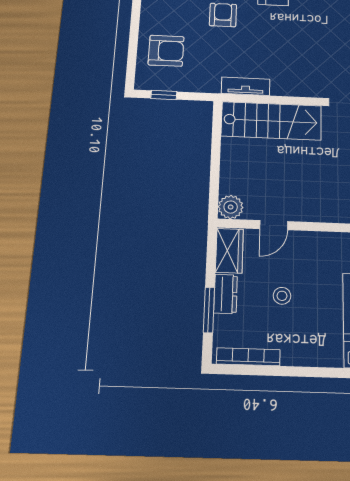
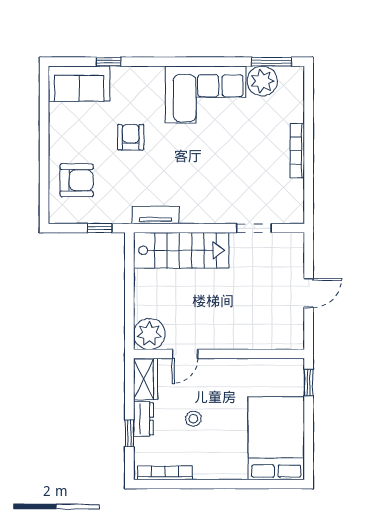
window: (164, 95) -> (100, 228), moved
plant: (231, 207) -> (149, 334), width x1.36, depth x1.36
window: (209, 310) -> (129, 433), width x0.67

